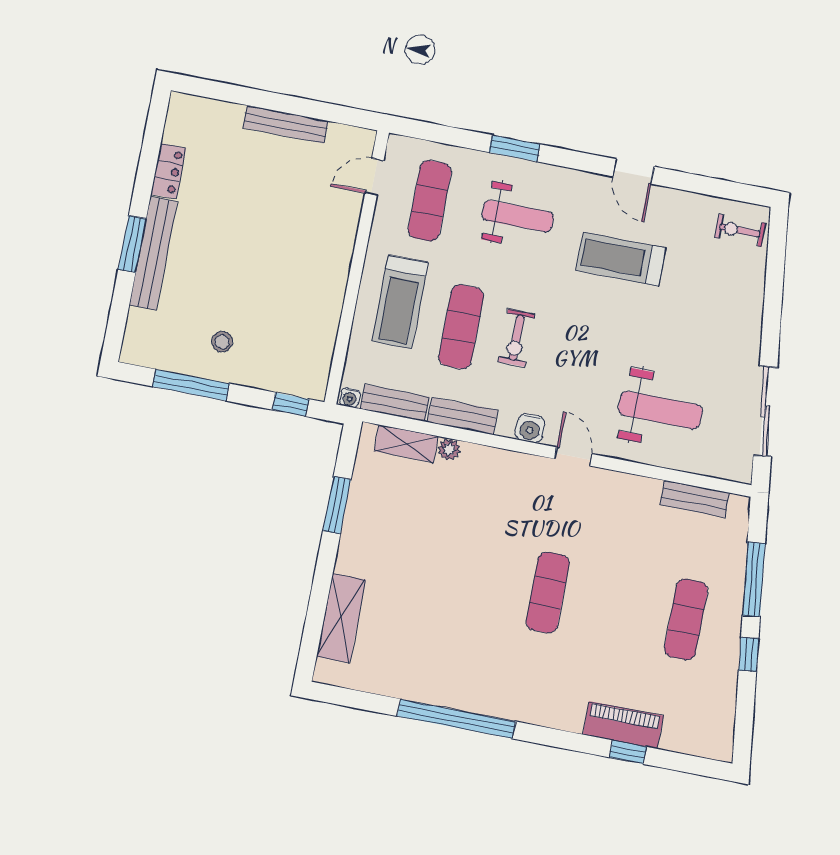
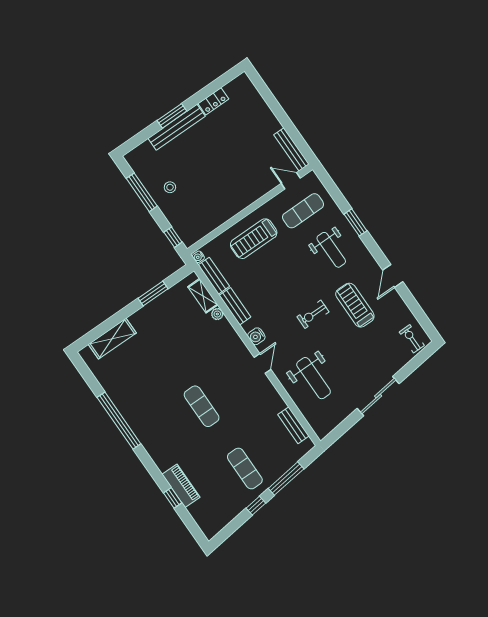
bench: (285, 124) -> (291, 149), moved
exercise mat: (461, 327) -> (268, 271), removed
exercise bike: (516, 338) -> (313, 314), moved
sliding door: (765, 411) -> (378, 396), moved
exercise mat: (548, 592) -> (202, 406), turned 90
exercise mat: (686, 619) -> (245, 469), turned 90

